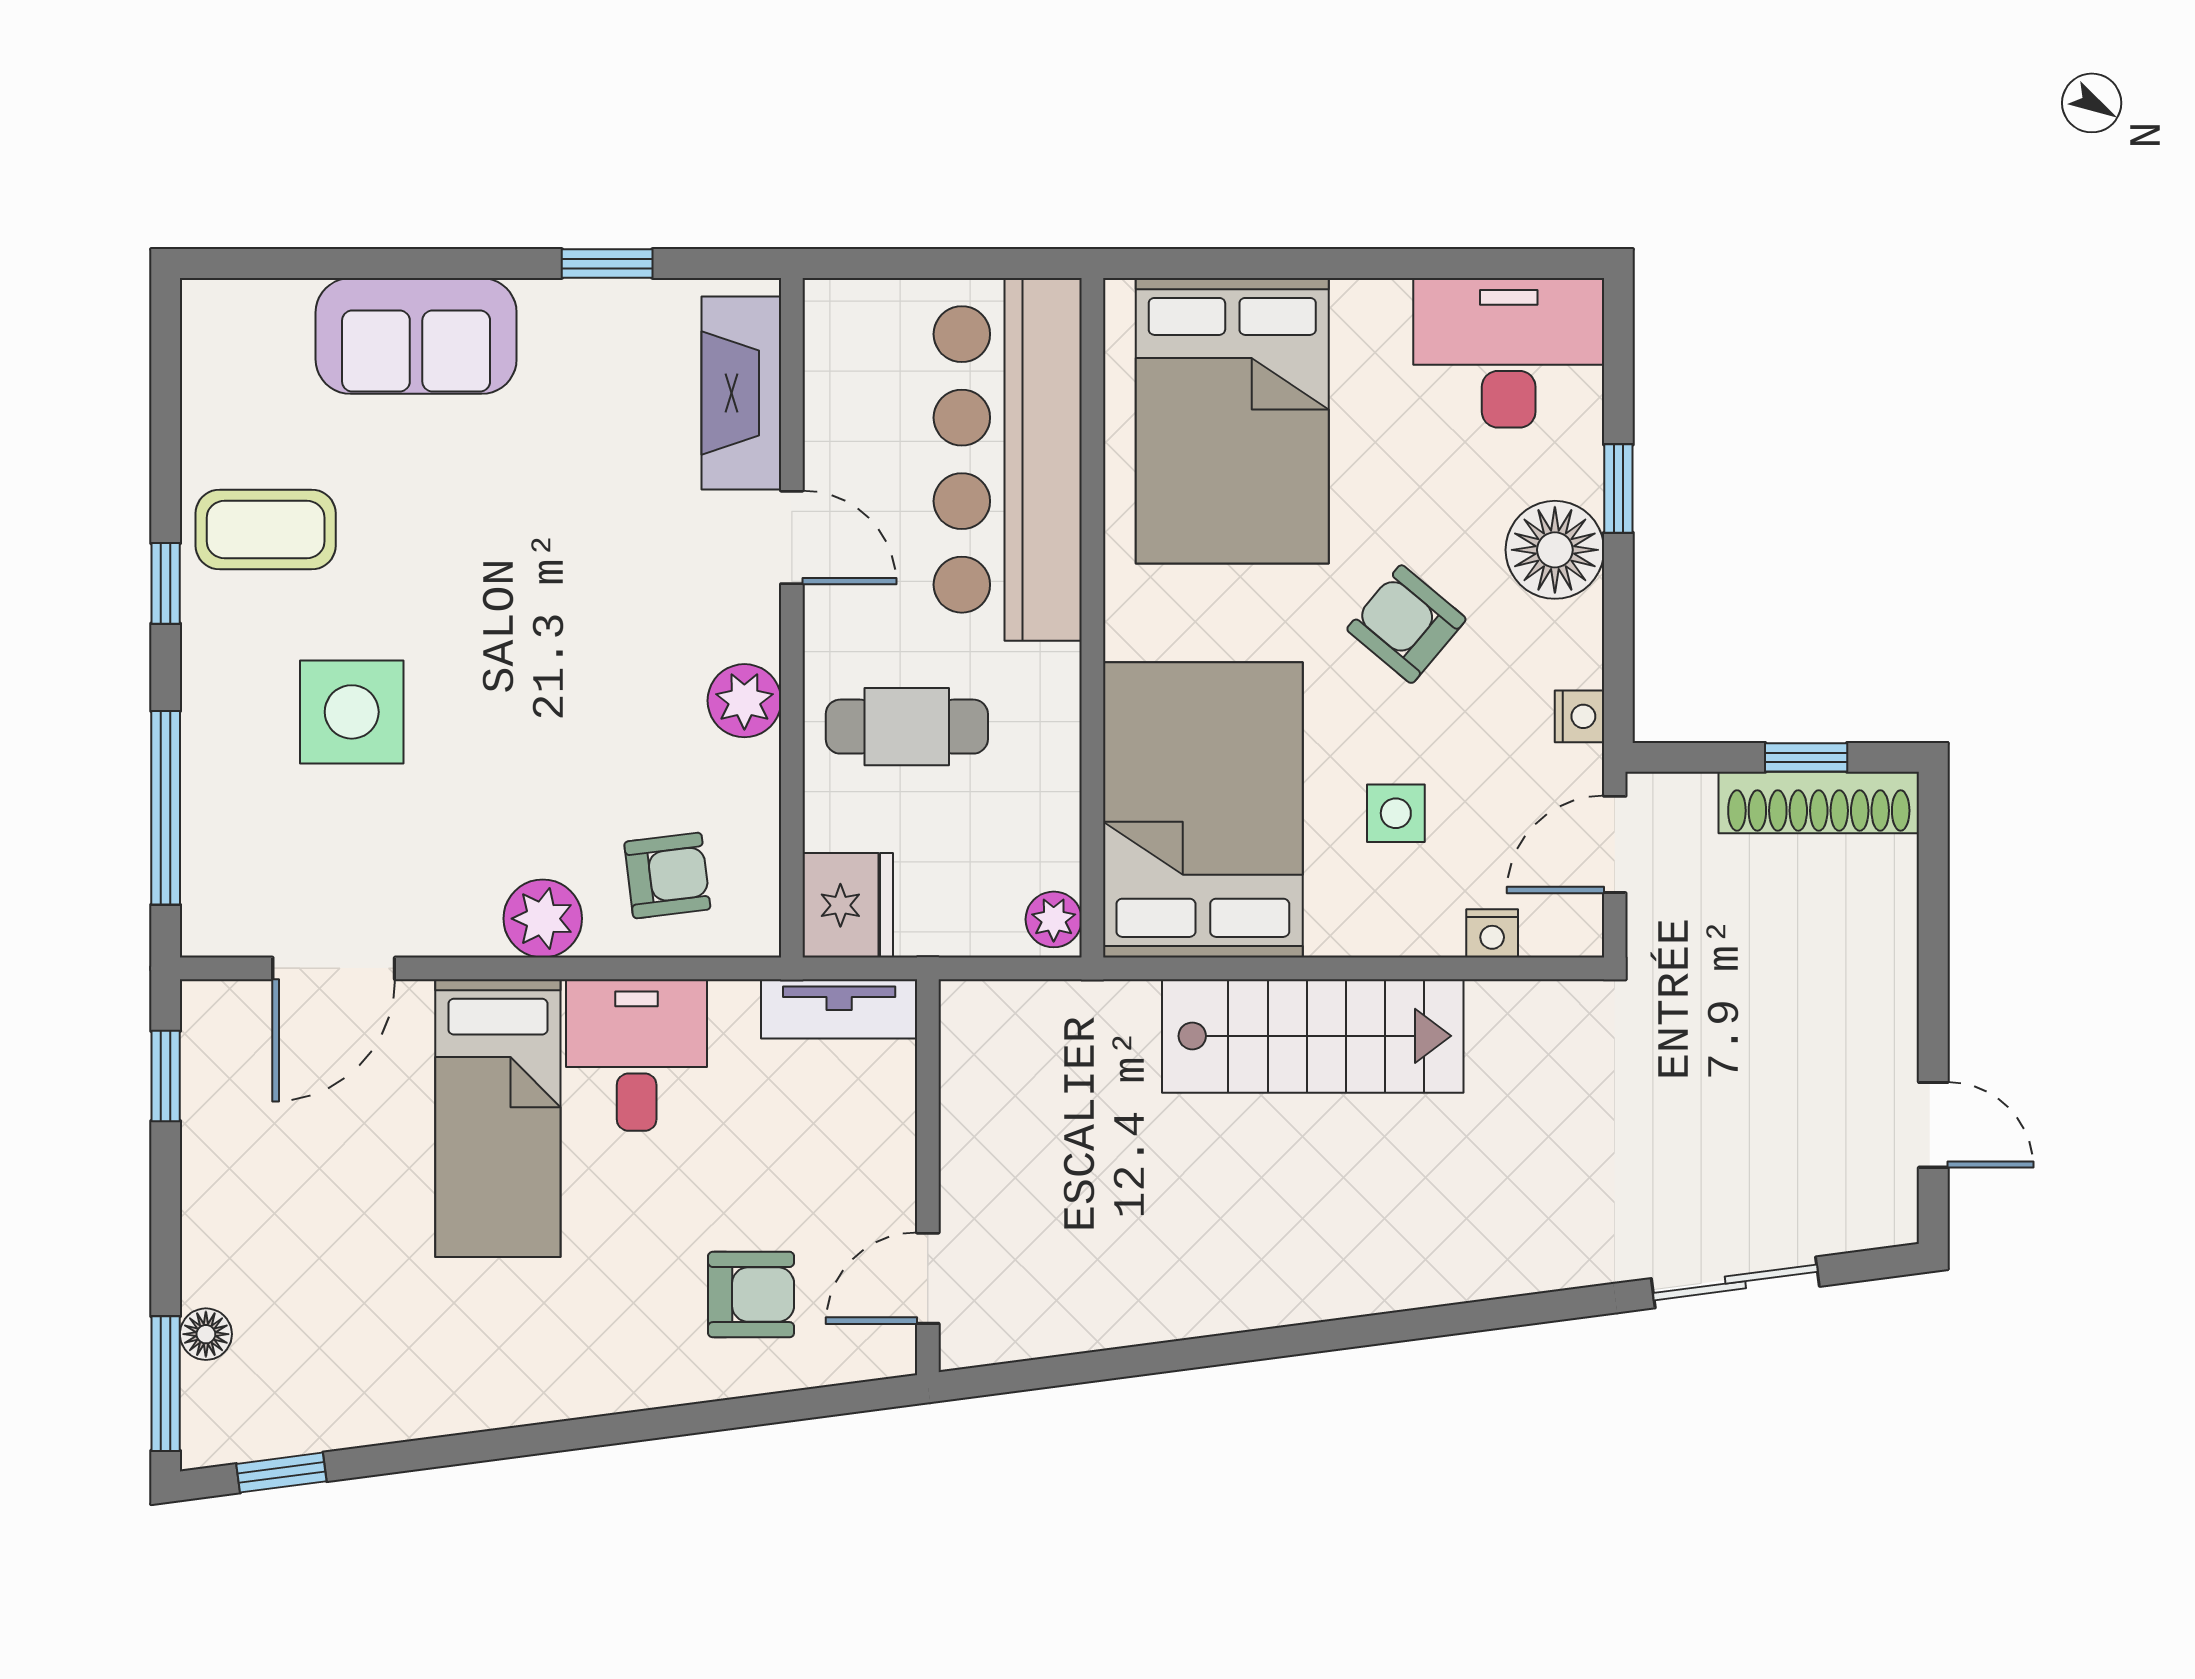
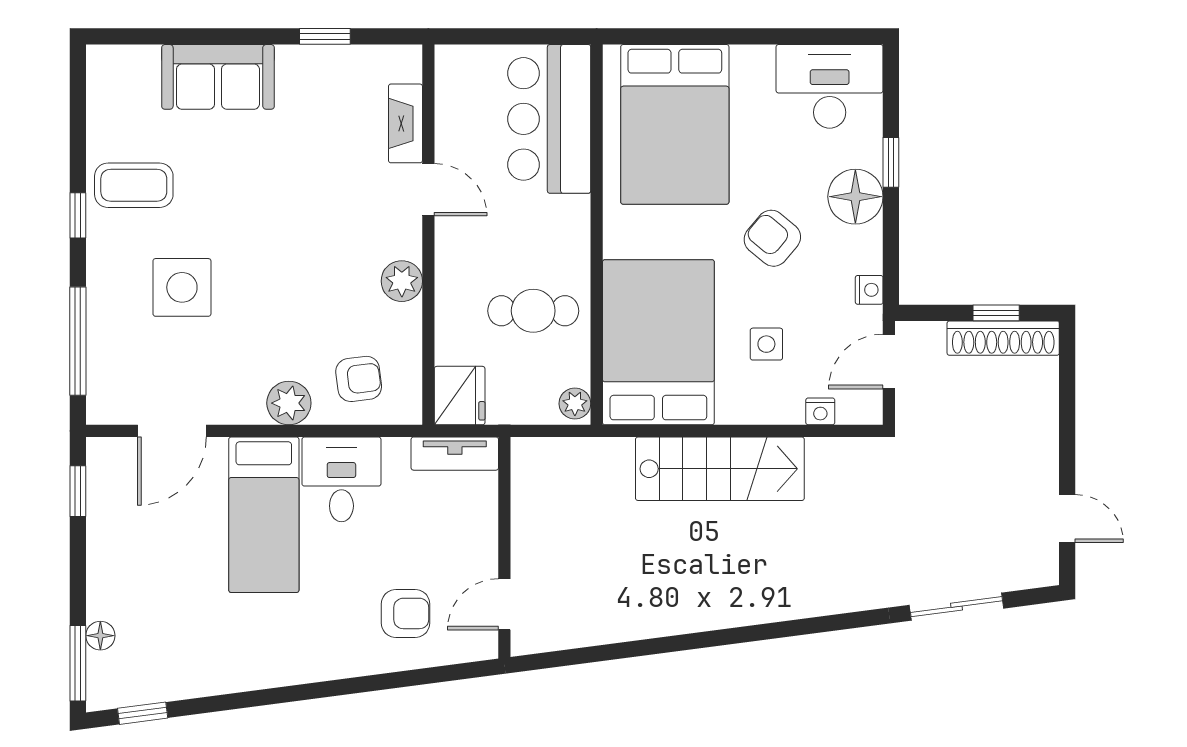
fireplace: (741, 393) -> (405, 123), width x0.73, depth x0.76
bar counter: (1008, 459) -> (549, 119), width x0.73
cafe table: (907, 727) -> (533, 311), moved

